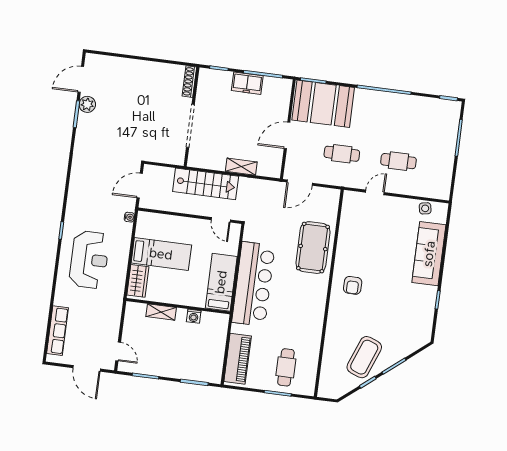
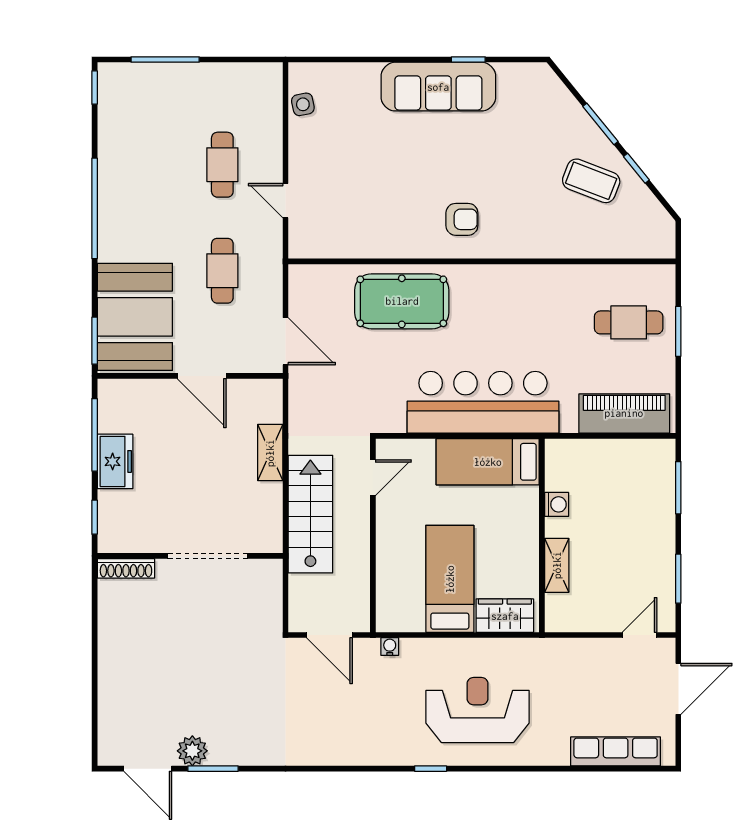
sofa: (429, 254) -> (438, 87), moved
coffee table: (364, 357) -> (591, 181), width x0.73, depth x0.76

